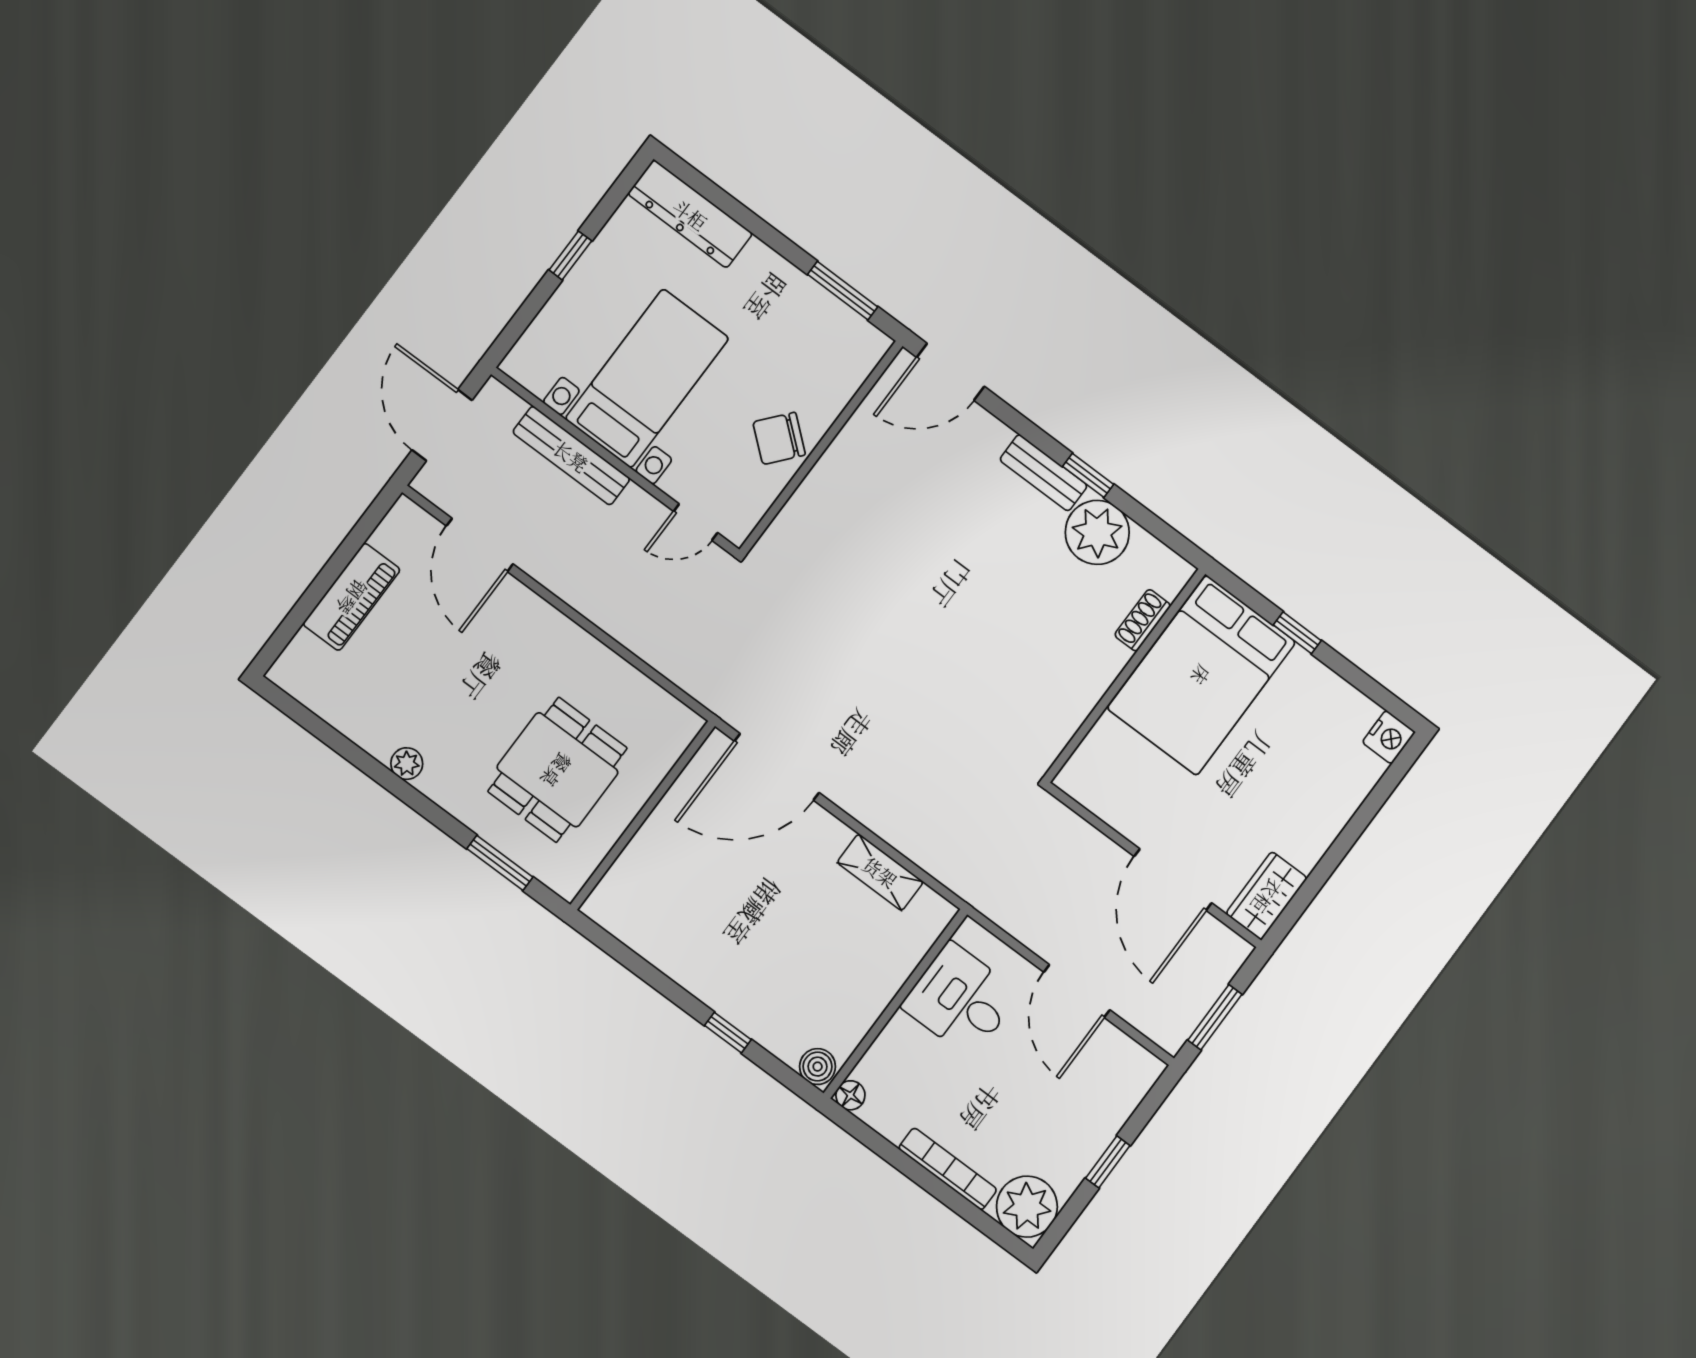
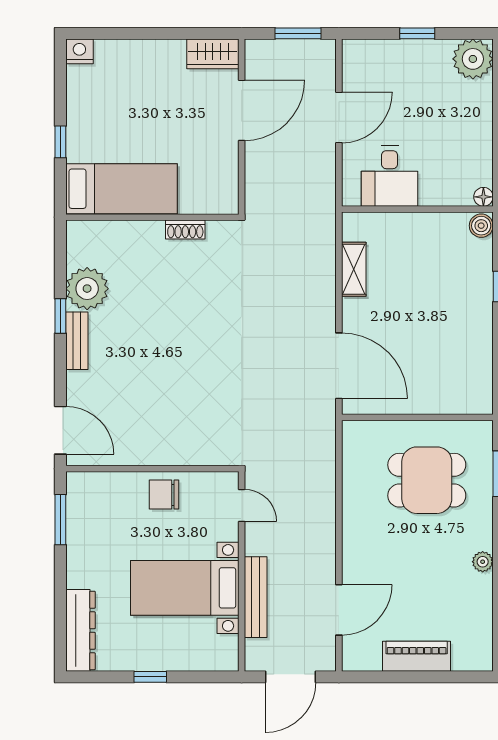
chair: (779, 438) -> (164, 495), turned 140
shoe rack: (1143, 620) -> (185, 229), moved
bed: (1201, 675) -> (121, 189), width x0.67
bookcase: (948, 1169) -> (484, 116), removed

